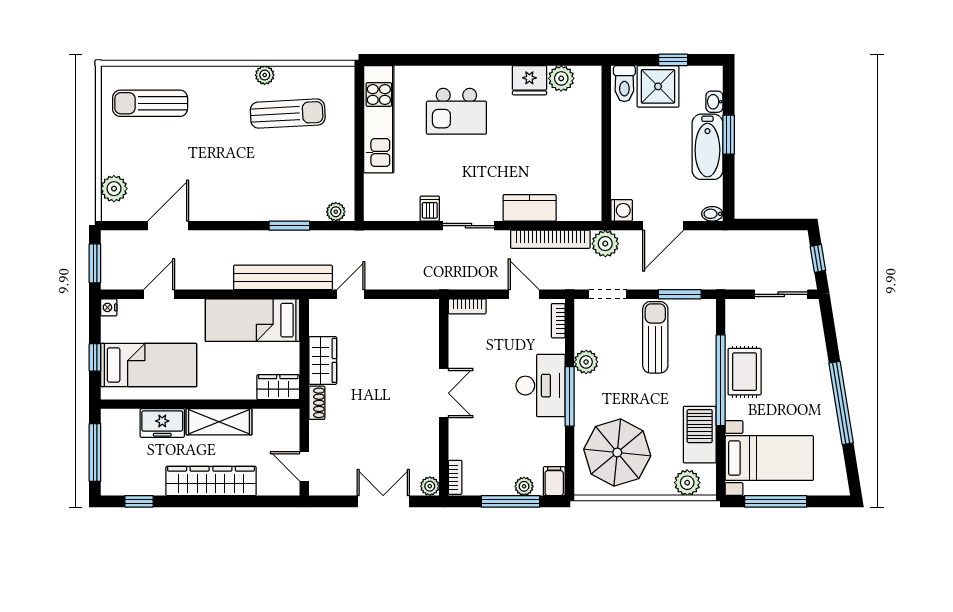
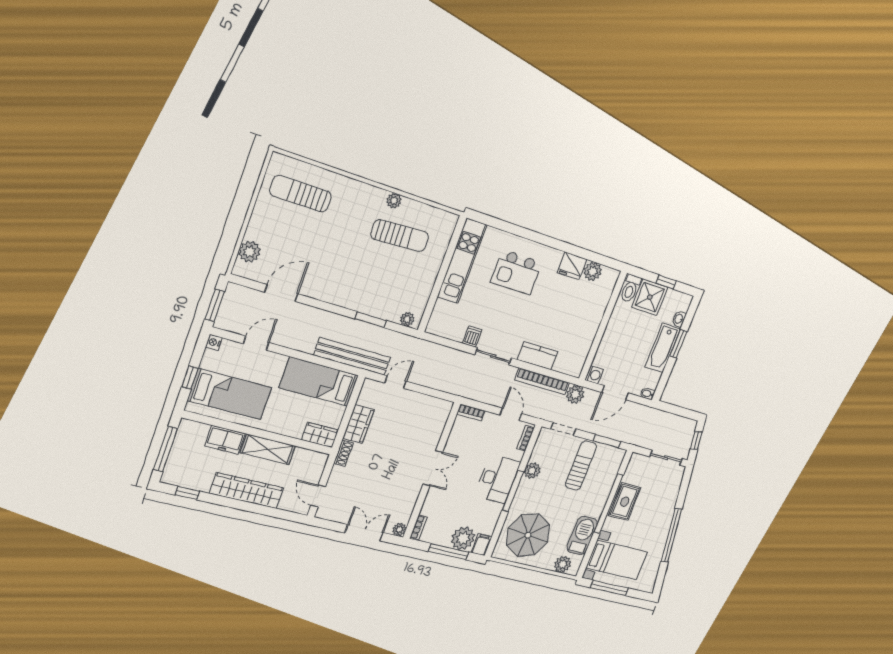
plant: (524, 486) -> (463, 538), width x1.88, depth x1.88

